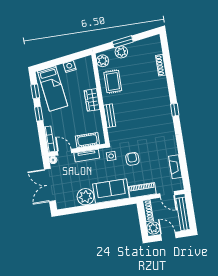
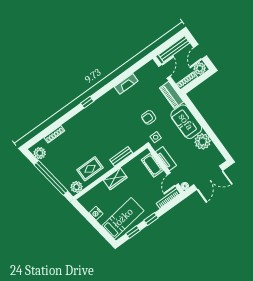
window: (123, 42) -> (51, 178), width x2.11
plant: (121, 52) -> (40, 153), moved
fireplace: (175, 167) -> (126, 84), moved

